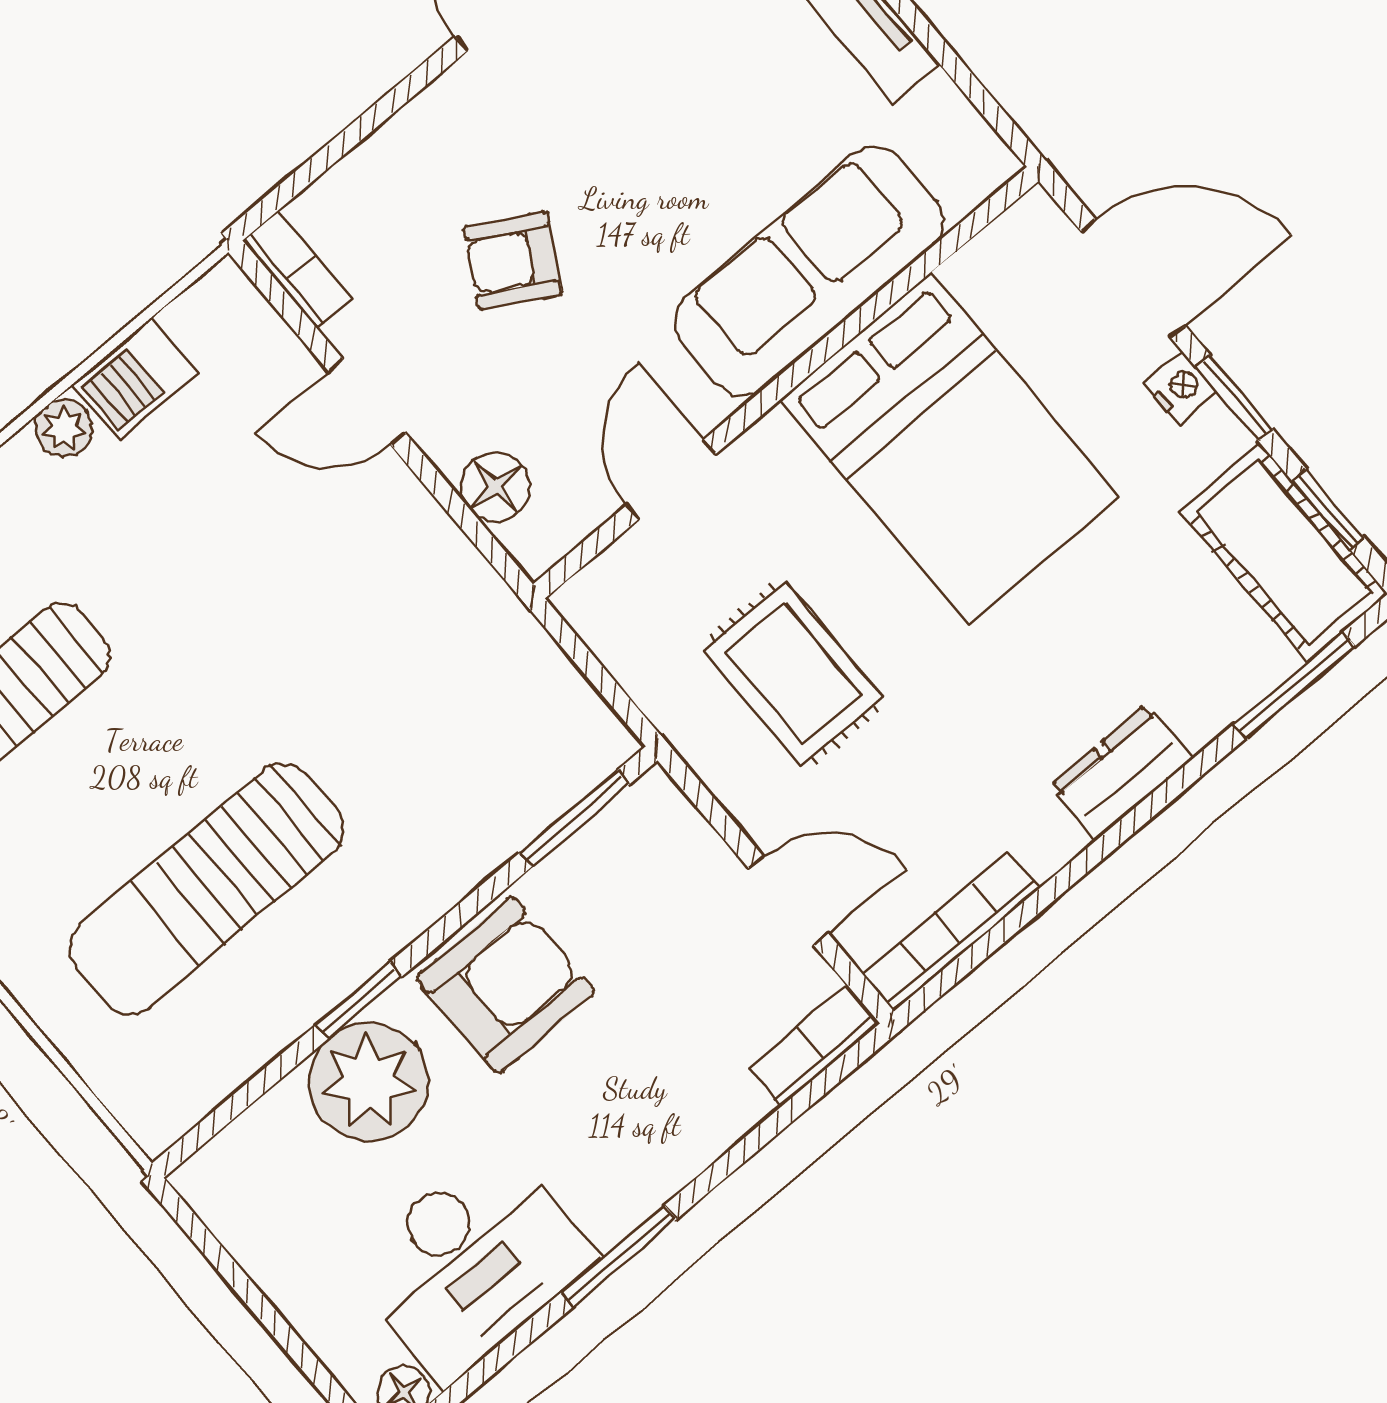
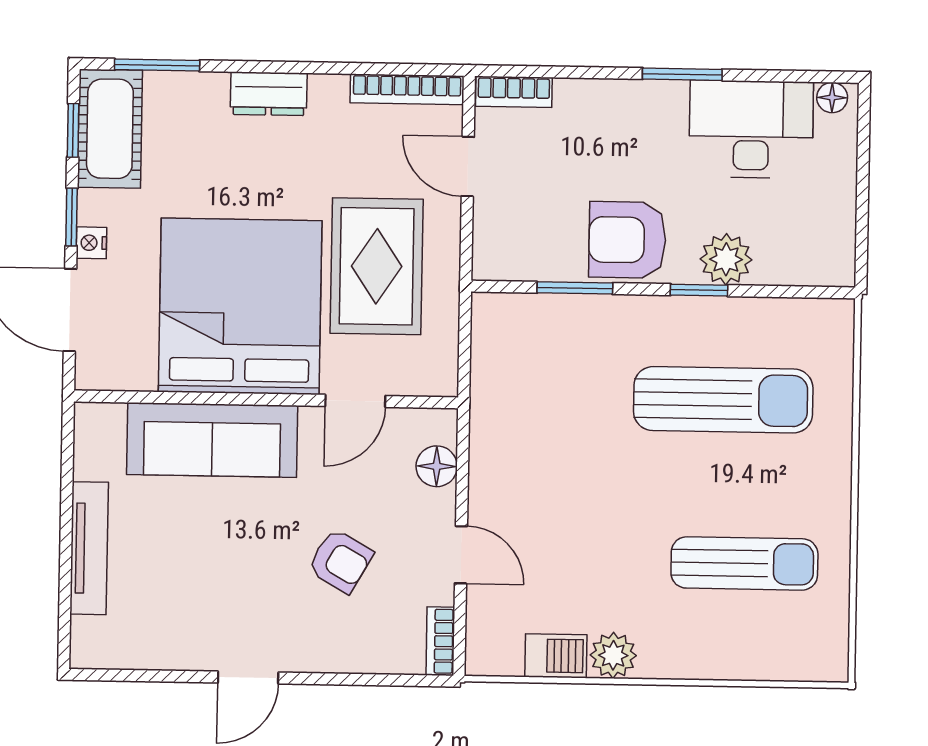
plant: (64, 428) -> (613, 655), width x1.38, depth x1.38
bed: (949, 449) -> (240, 306), width x1.36
rug: (793, 674) -> (377, 266), width x1.36, depth x1.43
window: (575, 818) -> (575, 288), moved
plant: (369, 1082) -> (726, 259), width x0.73, depth x0.73

